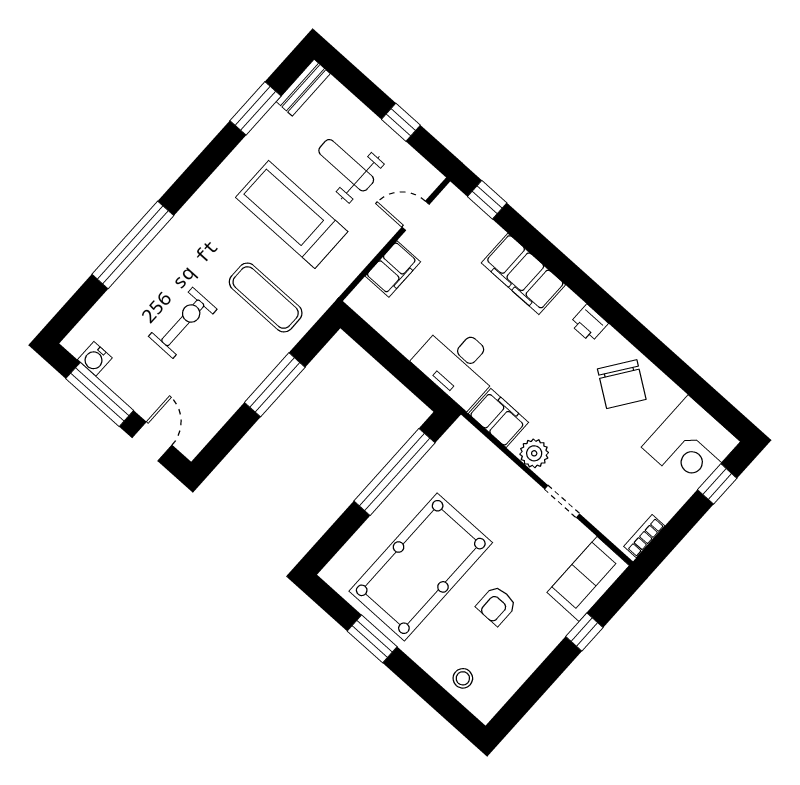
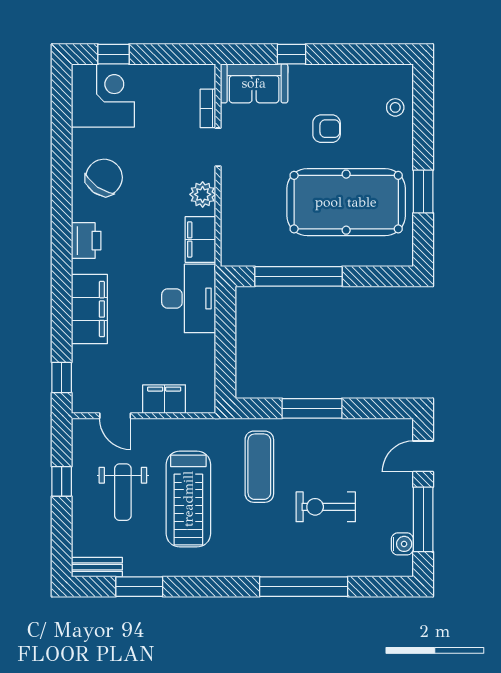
printer: (589, 323) -> (86, 241), width x1.36, depth x1.24
bookcase: (644, 536) -> (208, 108), moved, turned 90

